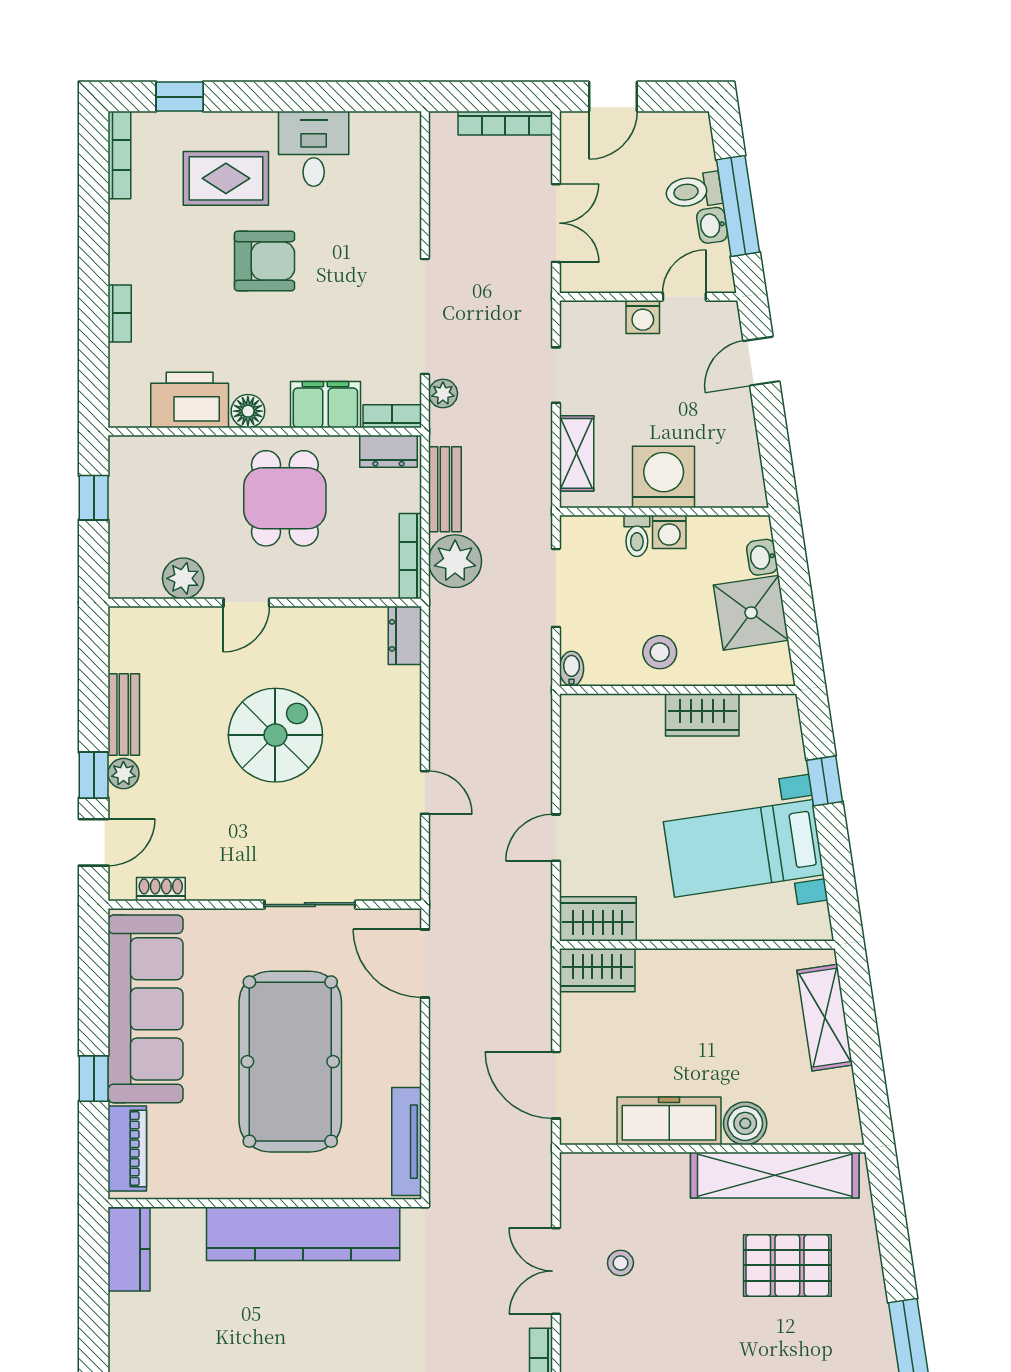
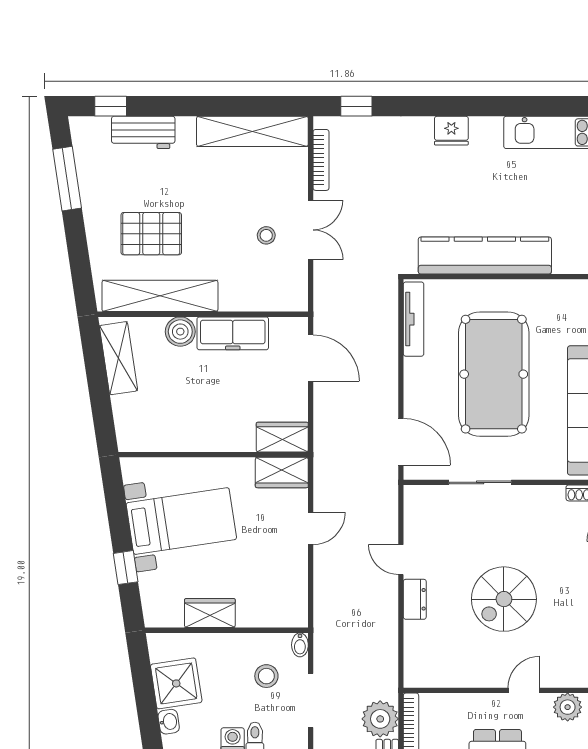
dresser: (405, 635) -> (415, 599), moved
stool: (660, 652) -> (266, 676), moved
shelving: (825, 1018) -> (118, 358), moved

